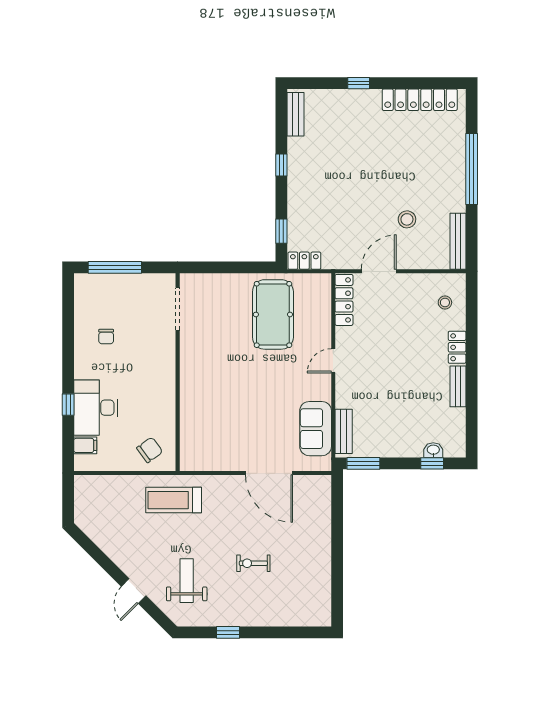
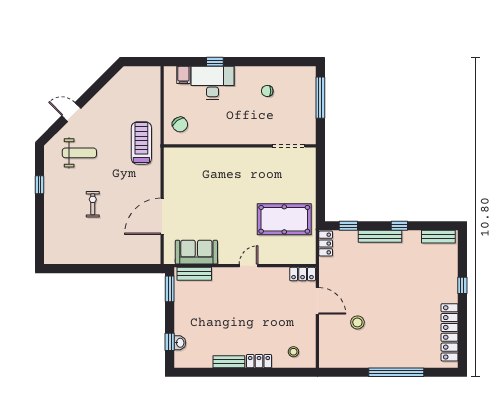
bench: (458, 241) -> (380, 236), moved
locker: (344, 300) -> (303, 274), width x0.66
door: (333, 361) -> (249, 266), hinge flipped

